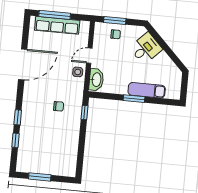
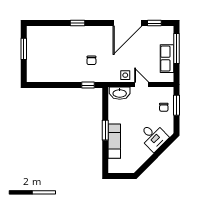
row of seats: (57, 25) -> (167, 59), width x0.68
door: (23, 64) -> (127, 23), hinge flipped
window: (15, 140) -> (154, 23), moved

